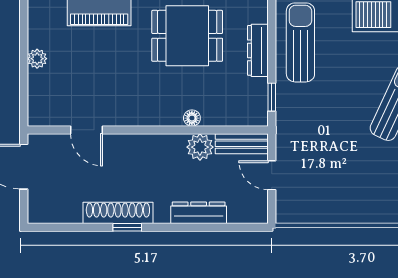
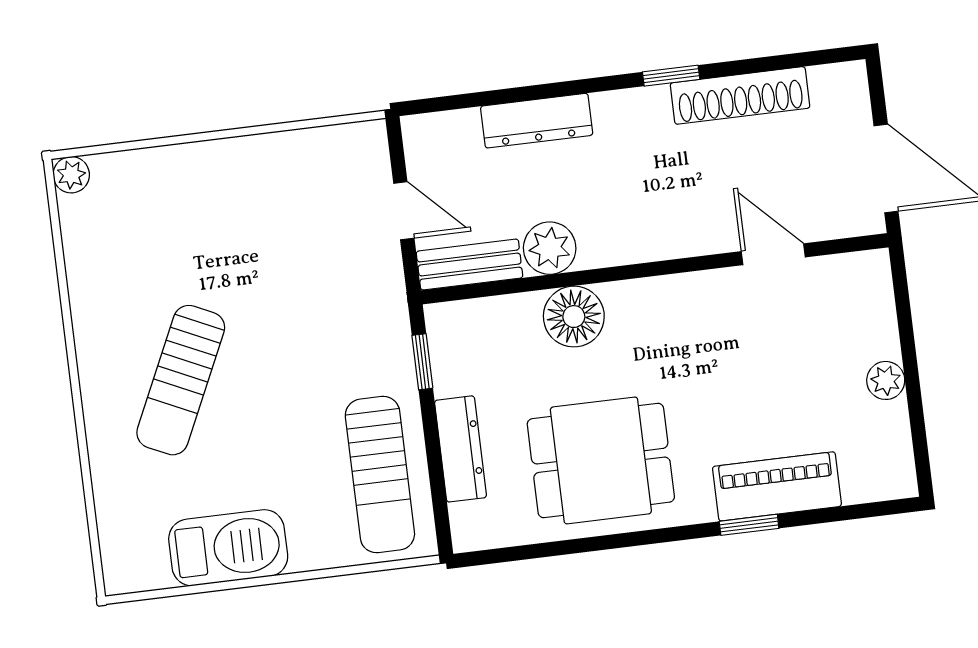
floor lamp: (192, 118) -> (574, 317), width x1.89, depth x1.89
shoe rack: (118, 213) -> (740, 95), moved

